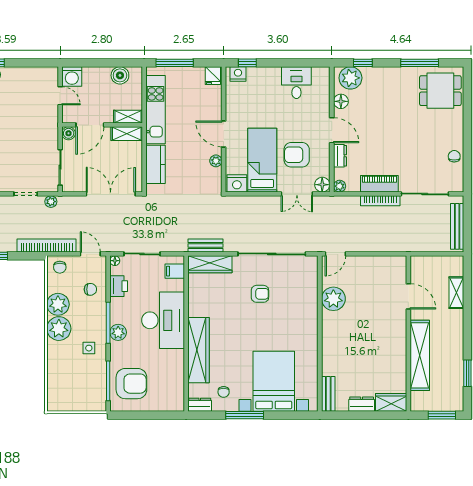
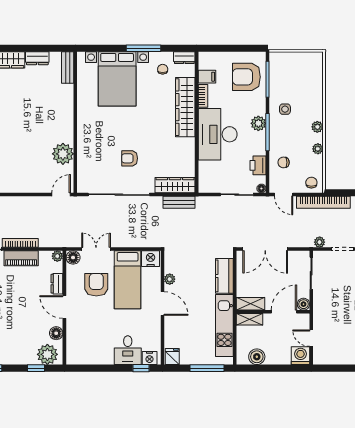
desk: (296, 83) -> (128, 350), moved
armchair: (297, 155) -> (96, 285), turned -90
filing cabinet: (175, 271) -> (207, 77), moved
plant: (58, 304) -> (318, 149), width x0.53, depth x0.53
plant: (59, 329) -> (317, 127), width x0.53, depth x0.53
bookcase: (179, 363) -> (203, 96), added

